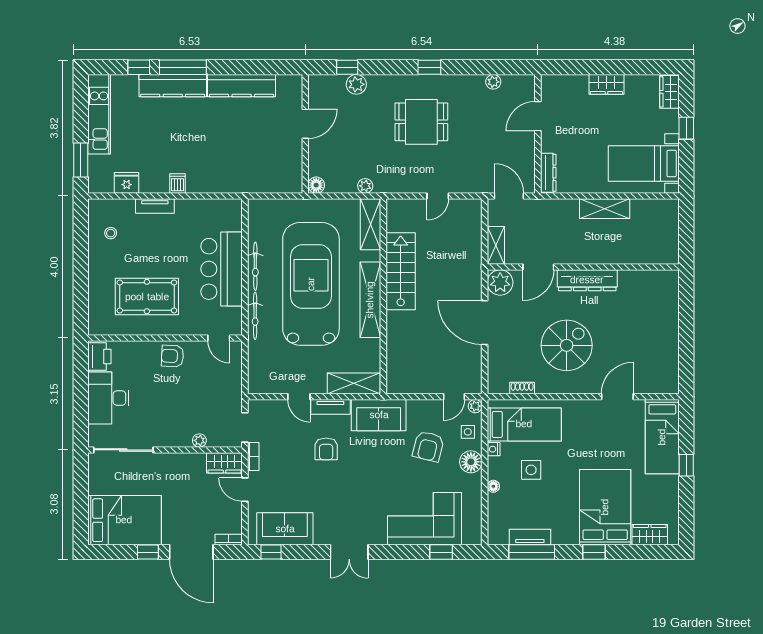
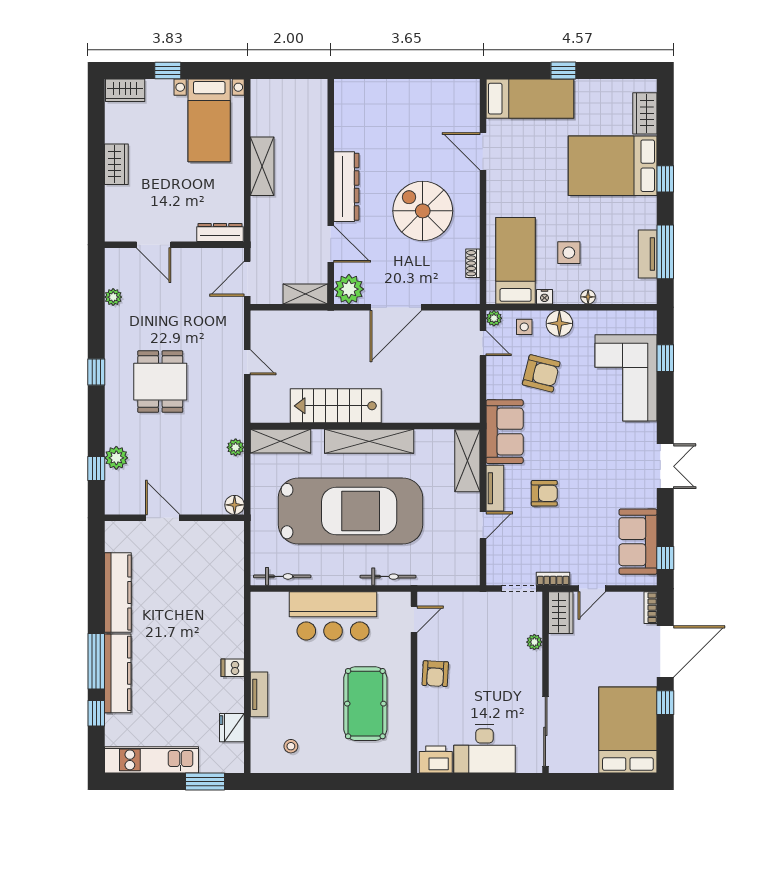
bicycle: (255, 266) -> (282, 576), moved
car: (311, 284) -> (350, 511), turned 180

